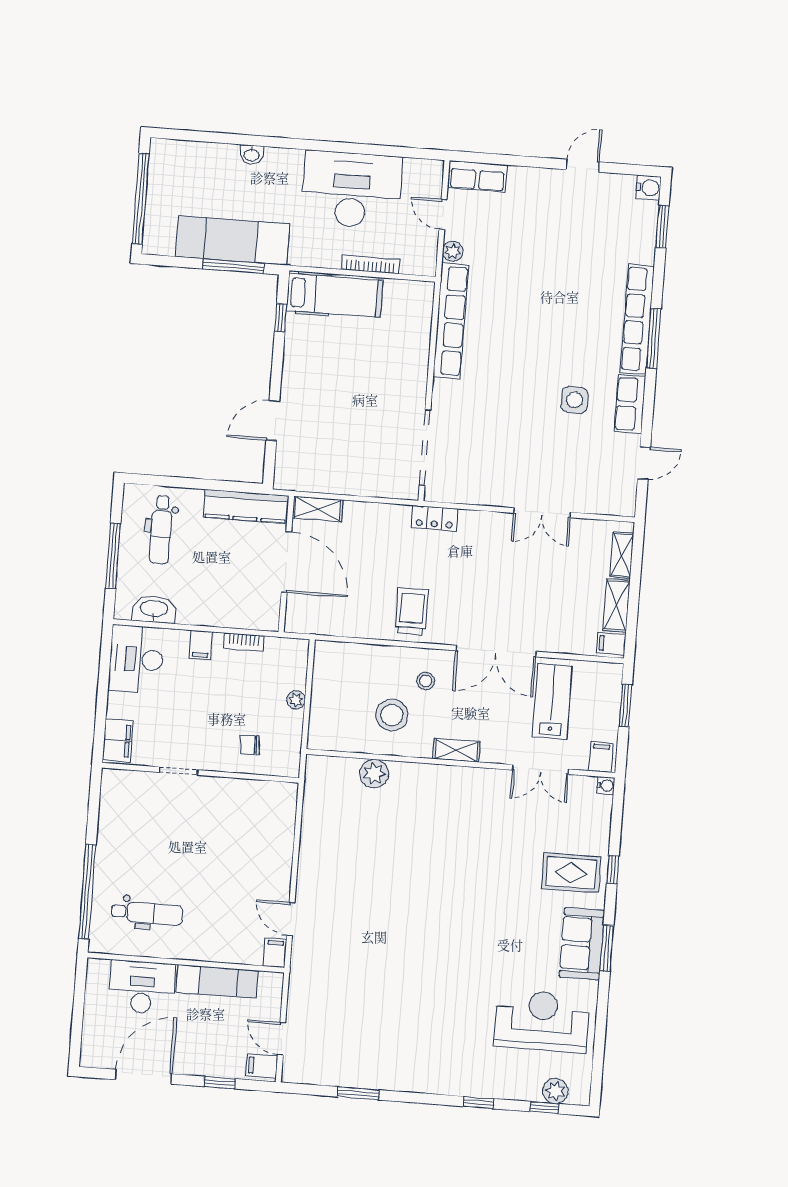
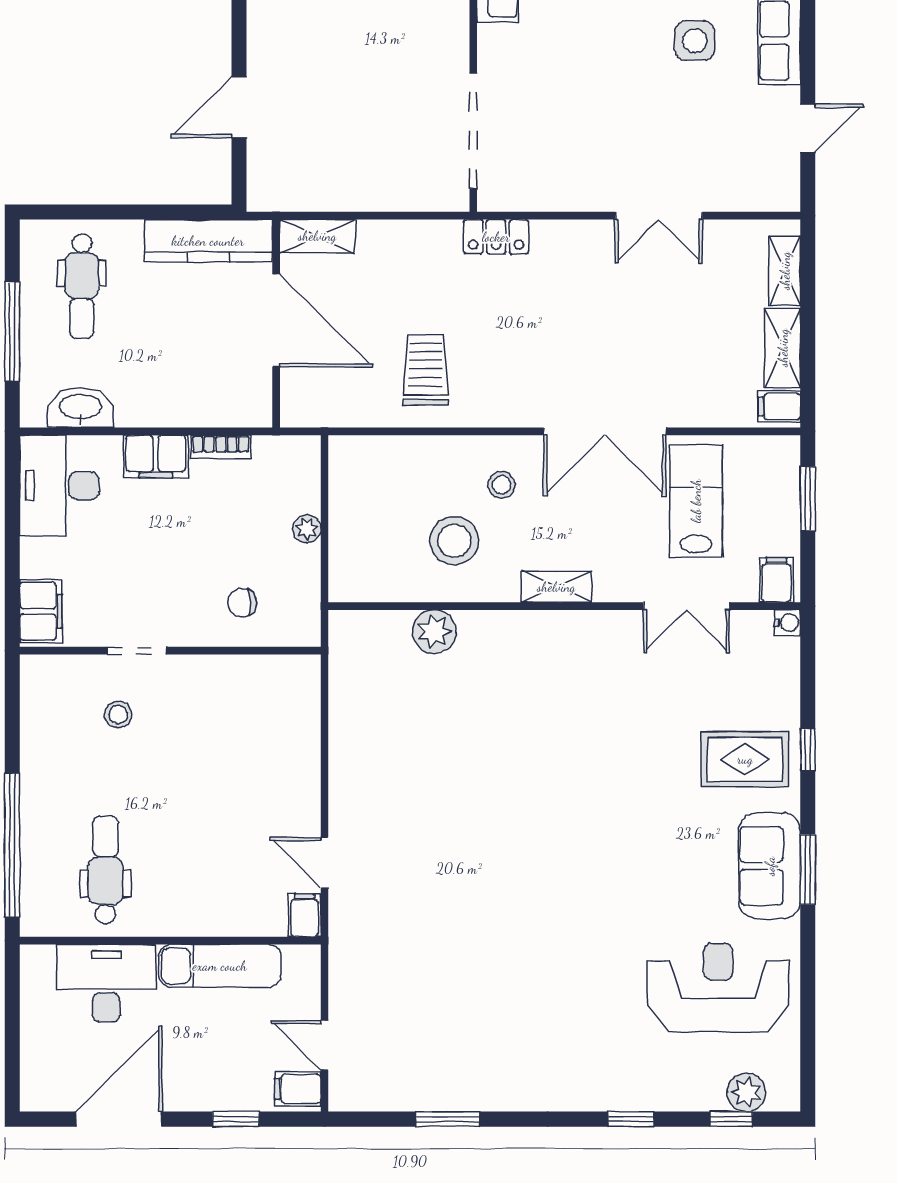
trolley: (412, 611) -> (425, 370), moved
filing cabinet: (201, 645) -> (156, 456), width x2.00
stool: (163, 812) -> (118, 714), added
dental chair: (147, 913) -> (106, 870), turned -90

